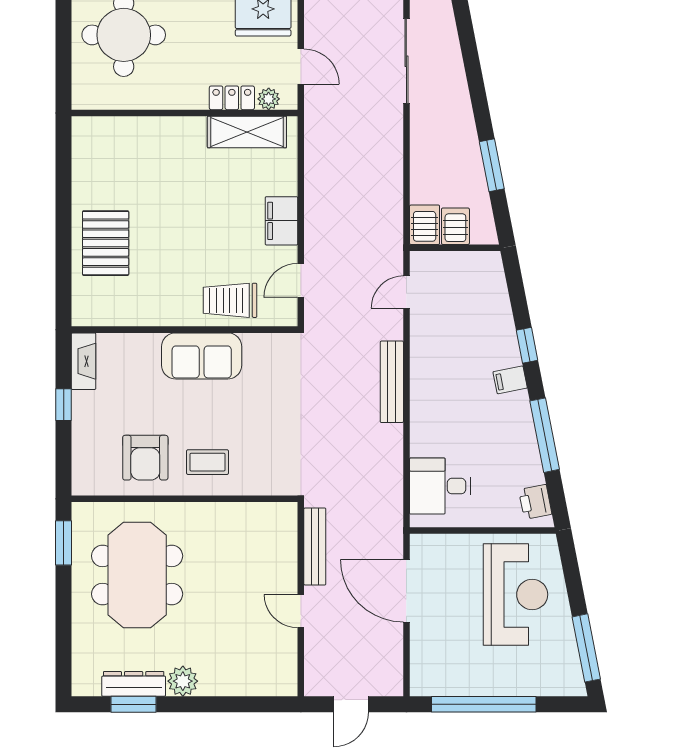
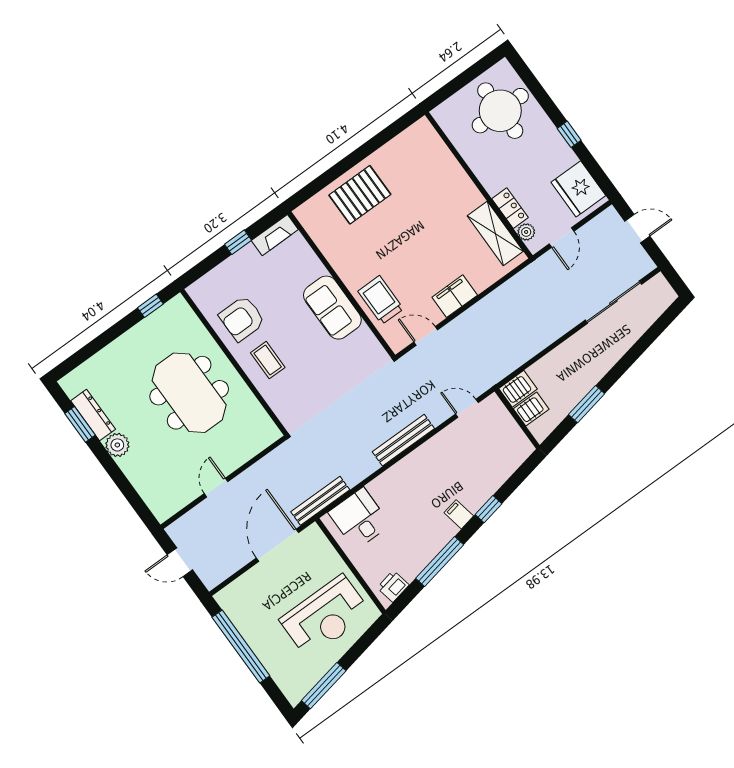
window: (64, 543) -> (150, 306), width x0.67
bench: (315, 546) -> (320, 501), moved
meeting table: (137, 575) -> (189, 393), moved, turned 90

